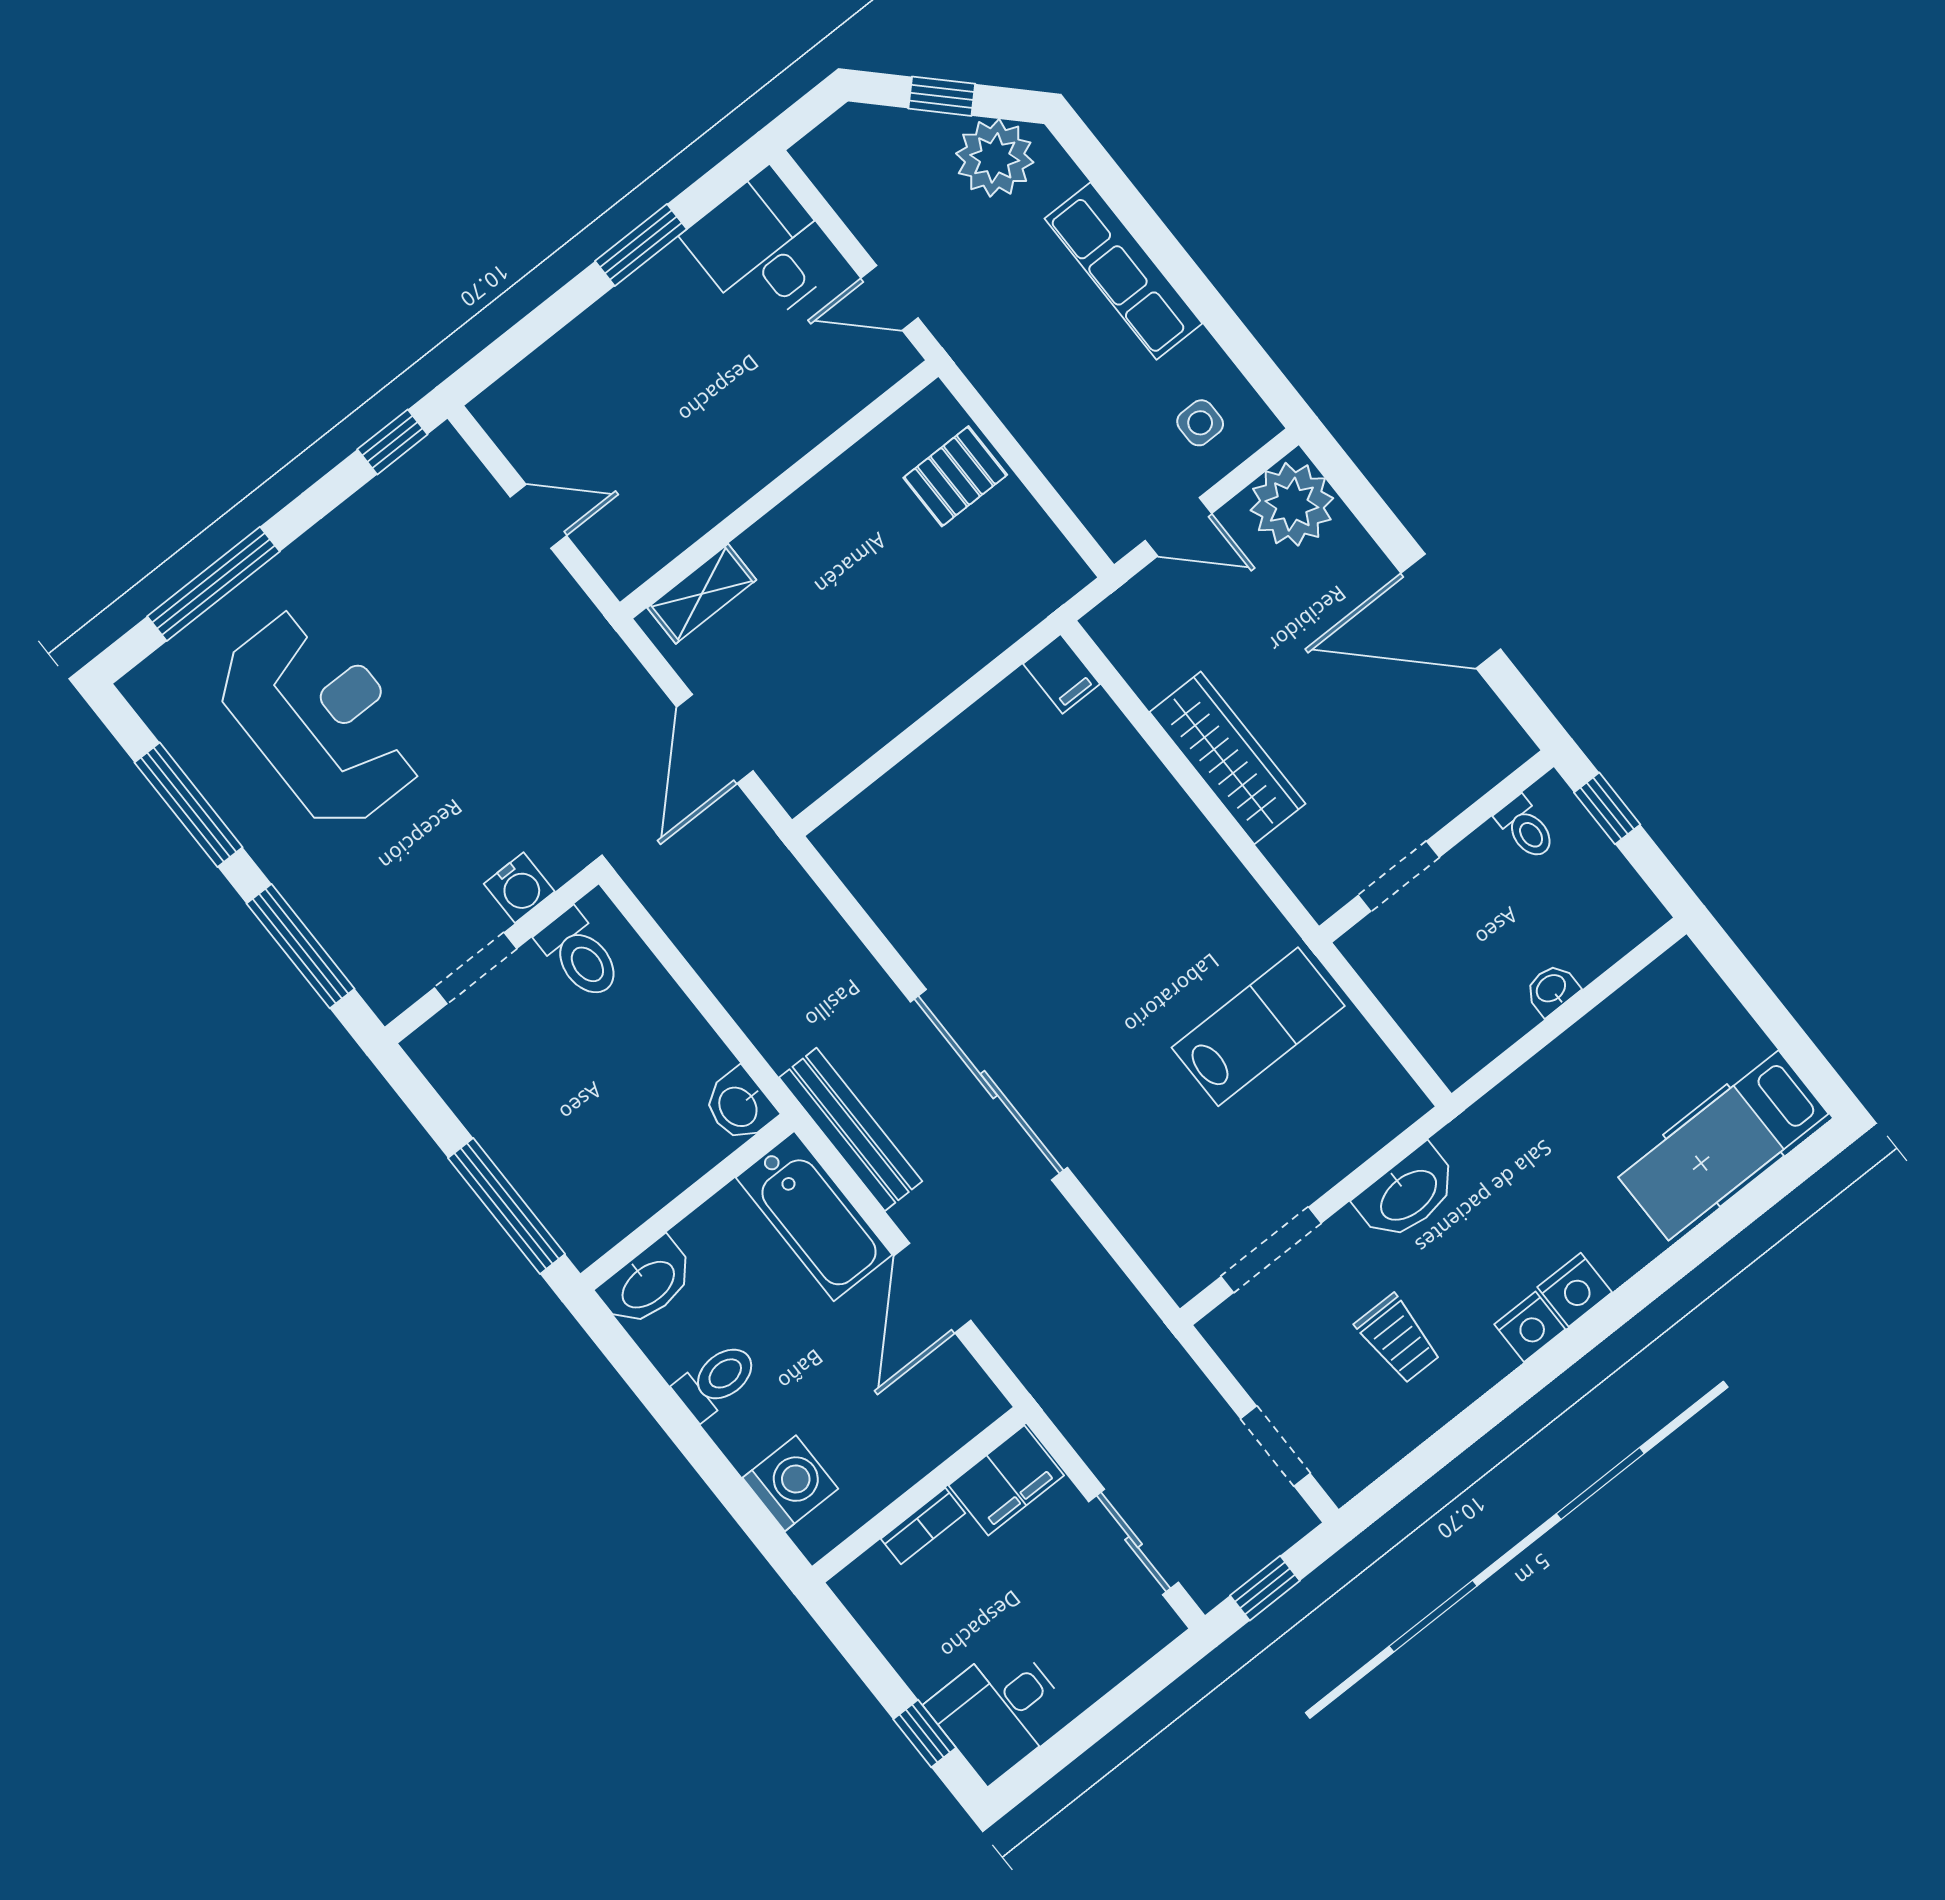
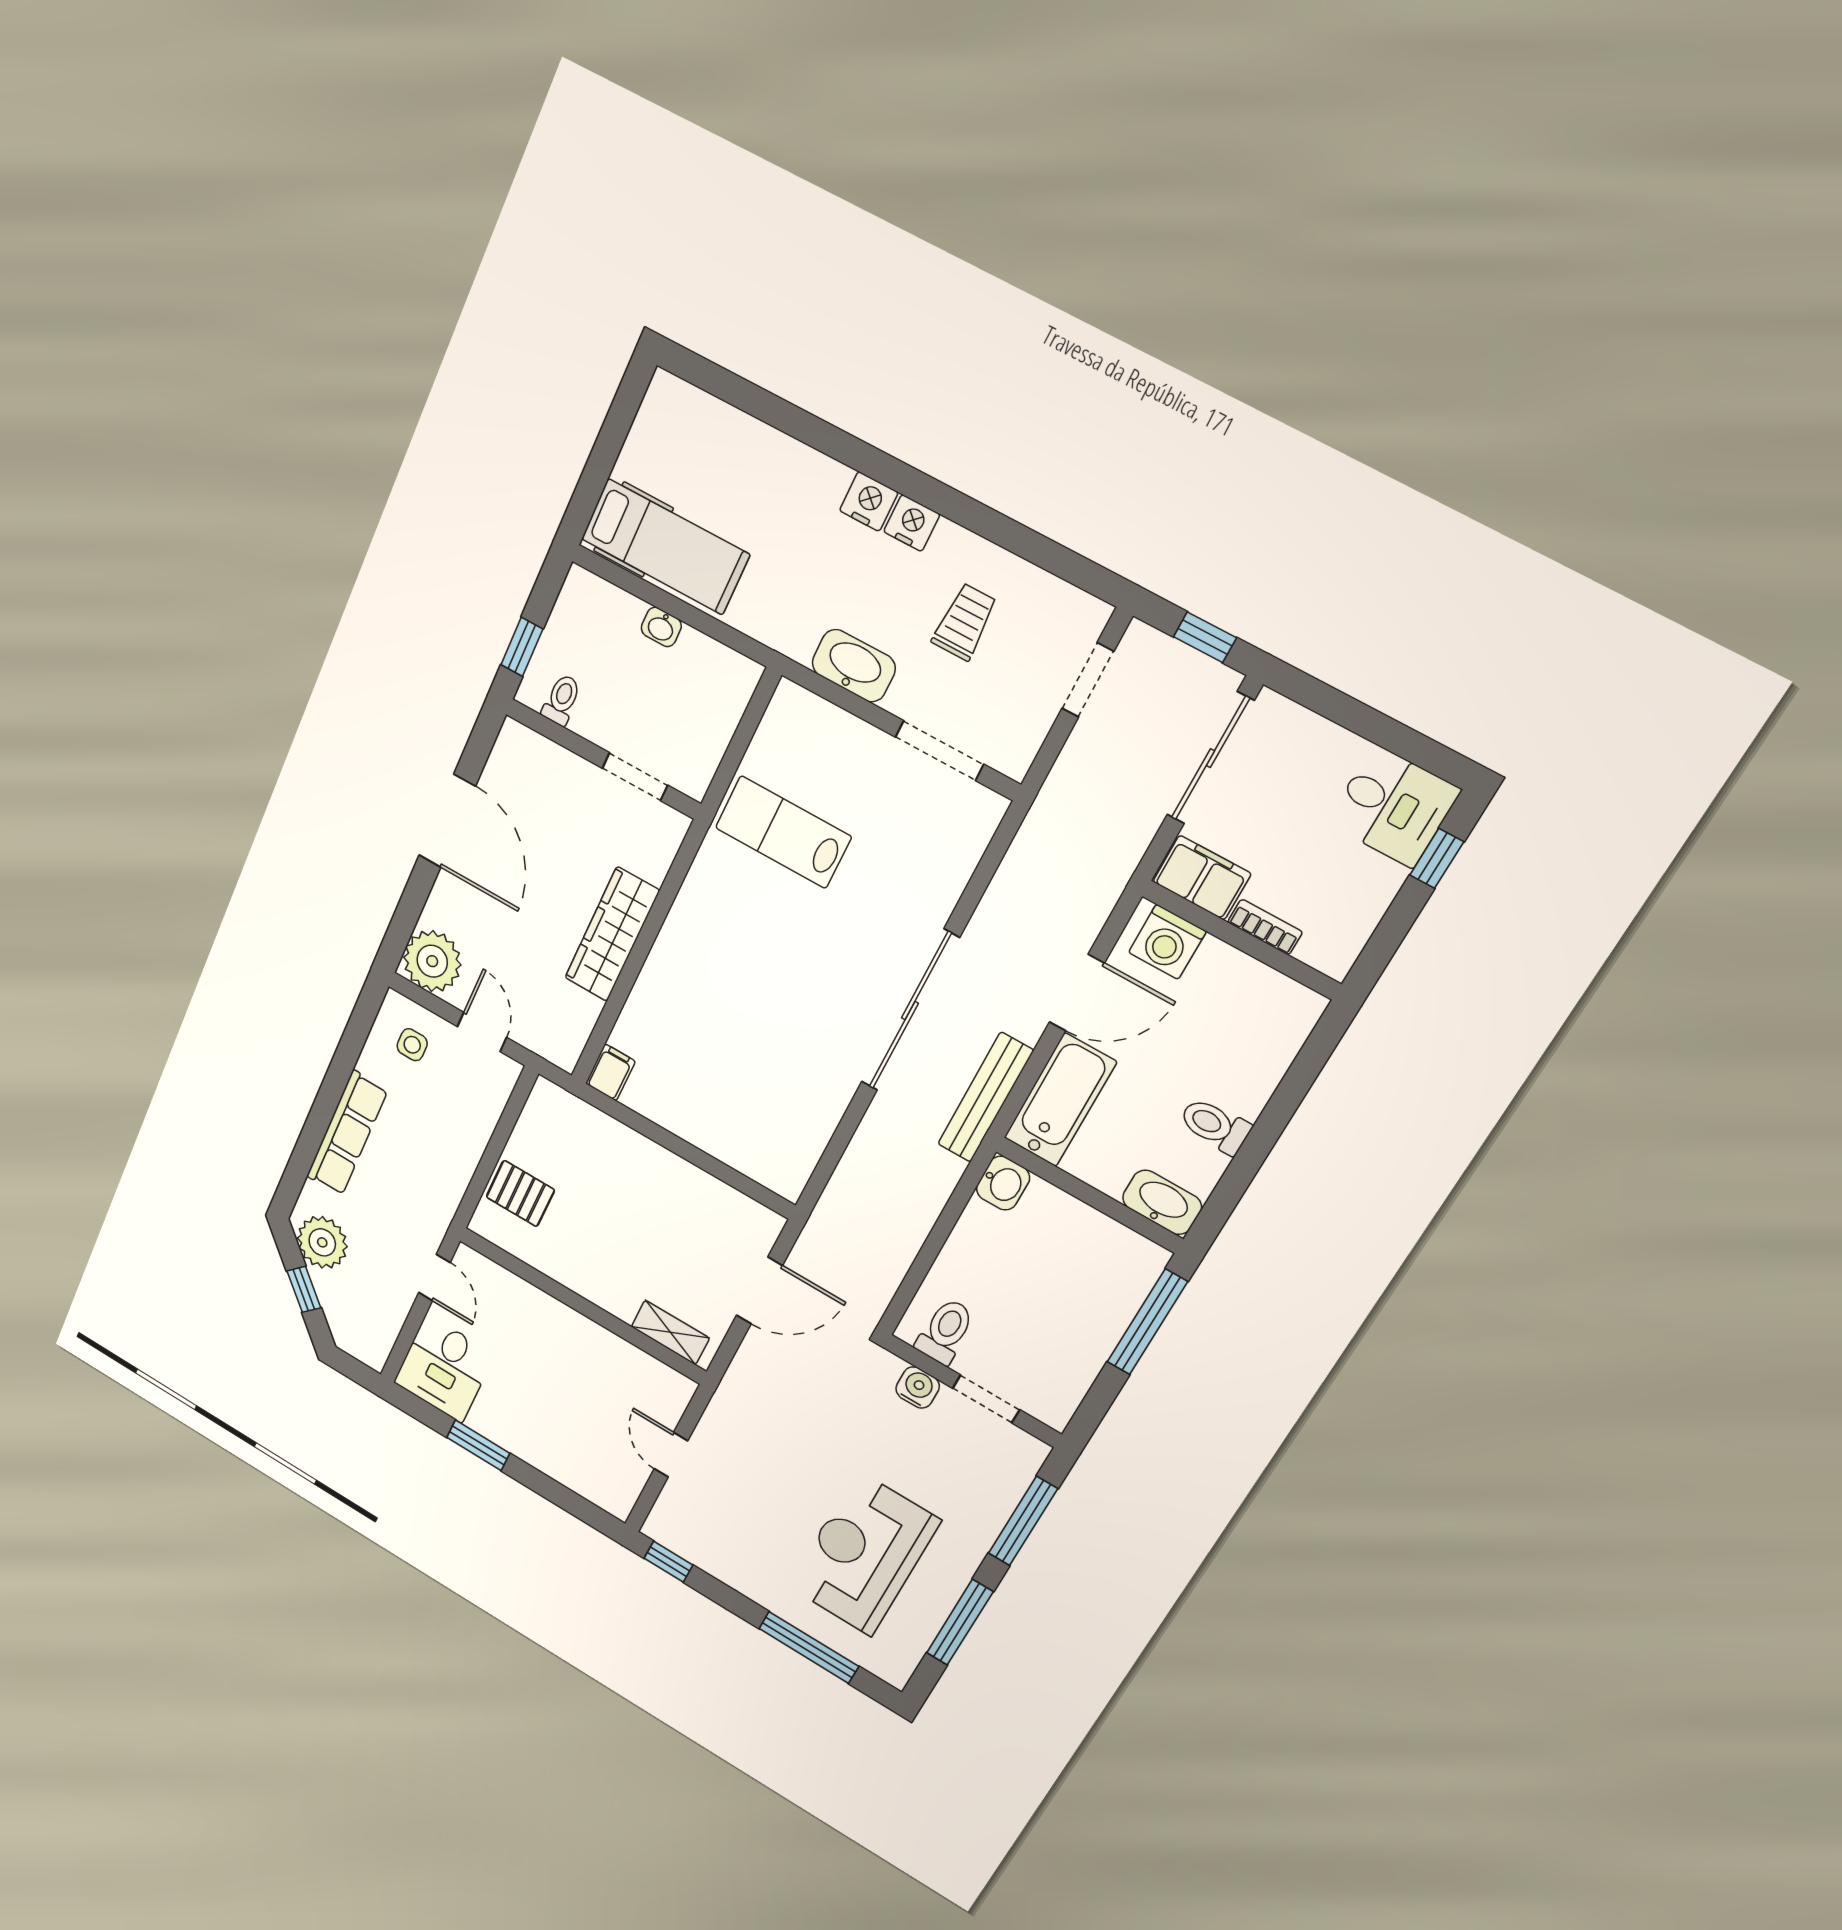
hospital bed: (1723, 1145) -> (665, 547), moved
washing machine: (790, 1483) -> (1167, 942), moved, turned -90
sliding door: (1134, 1542) -> (1210, 758), width x1.37

